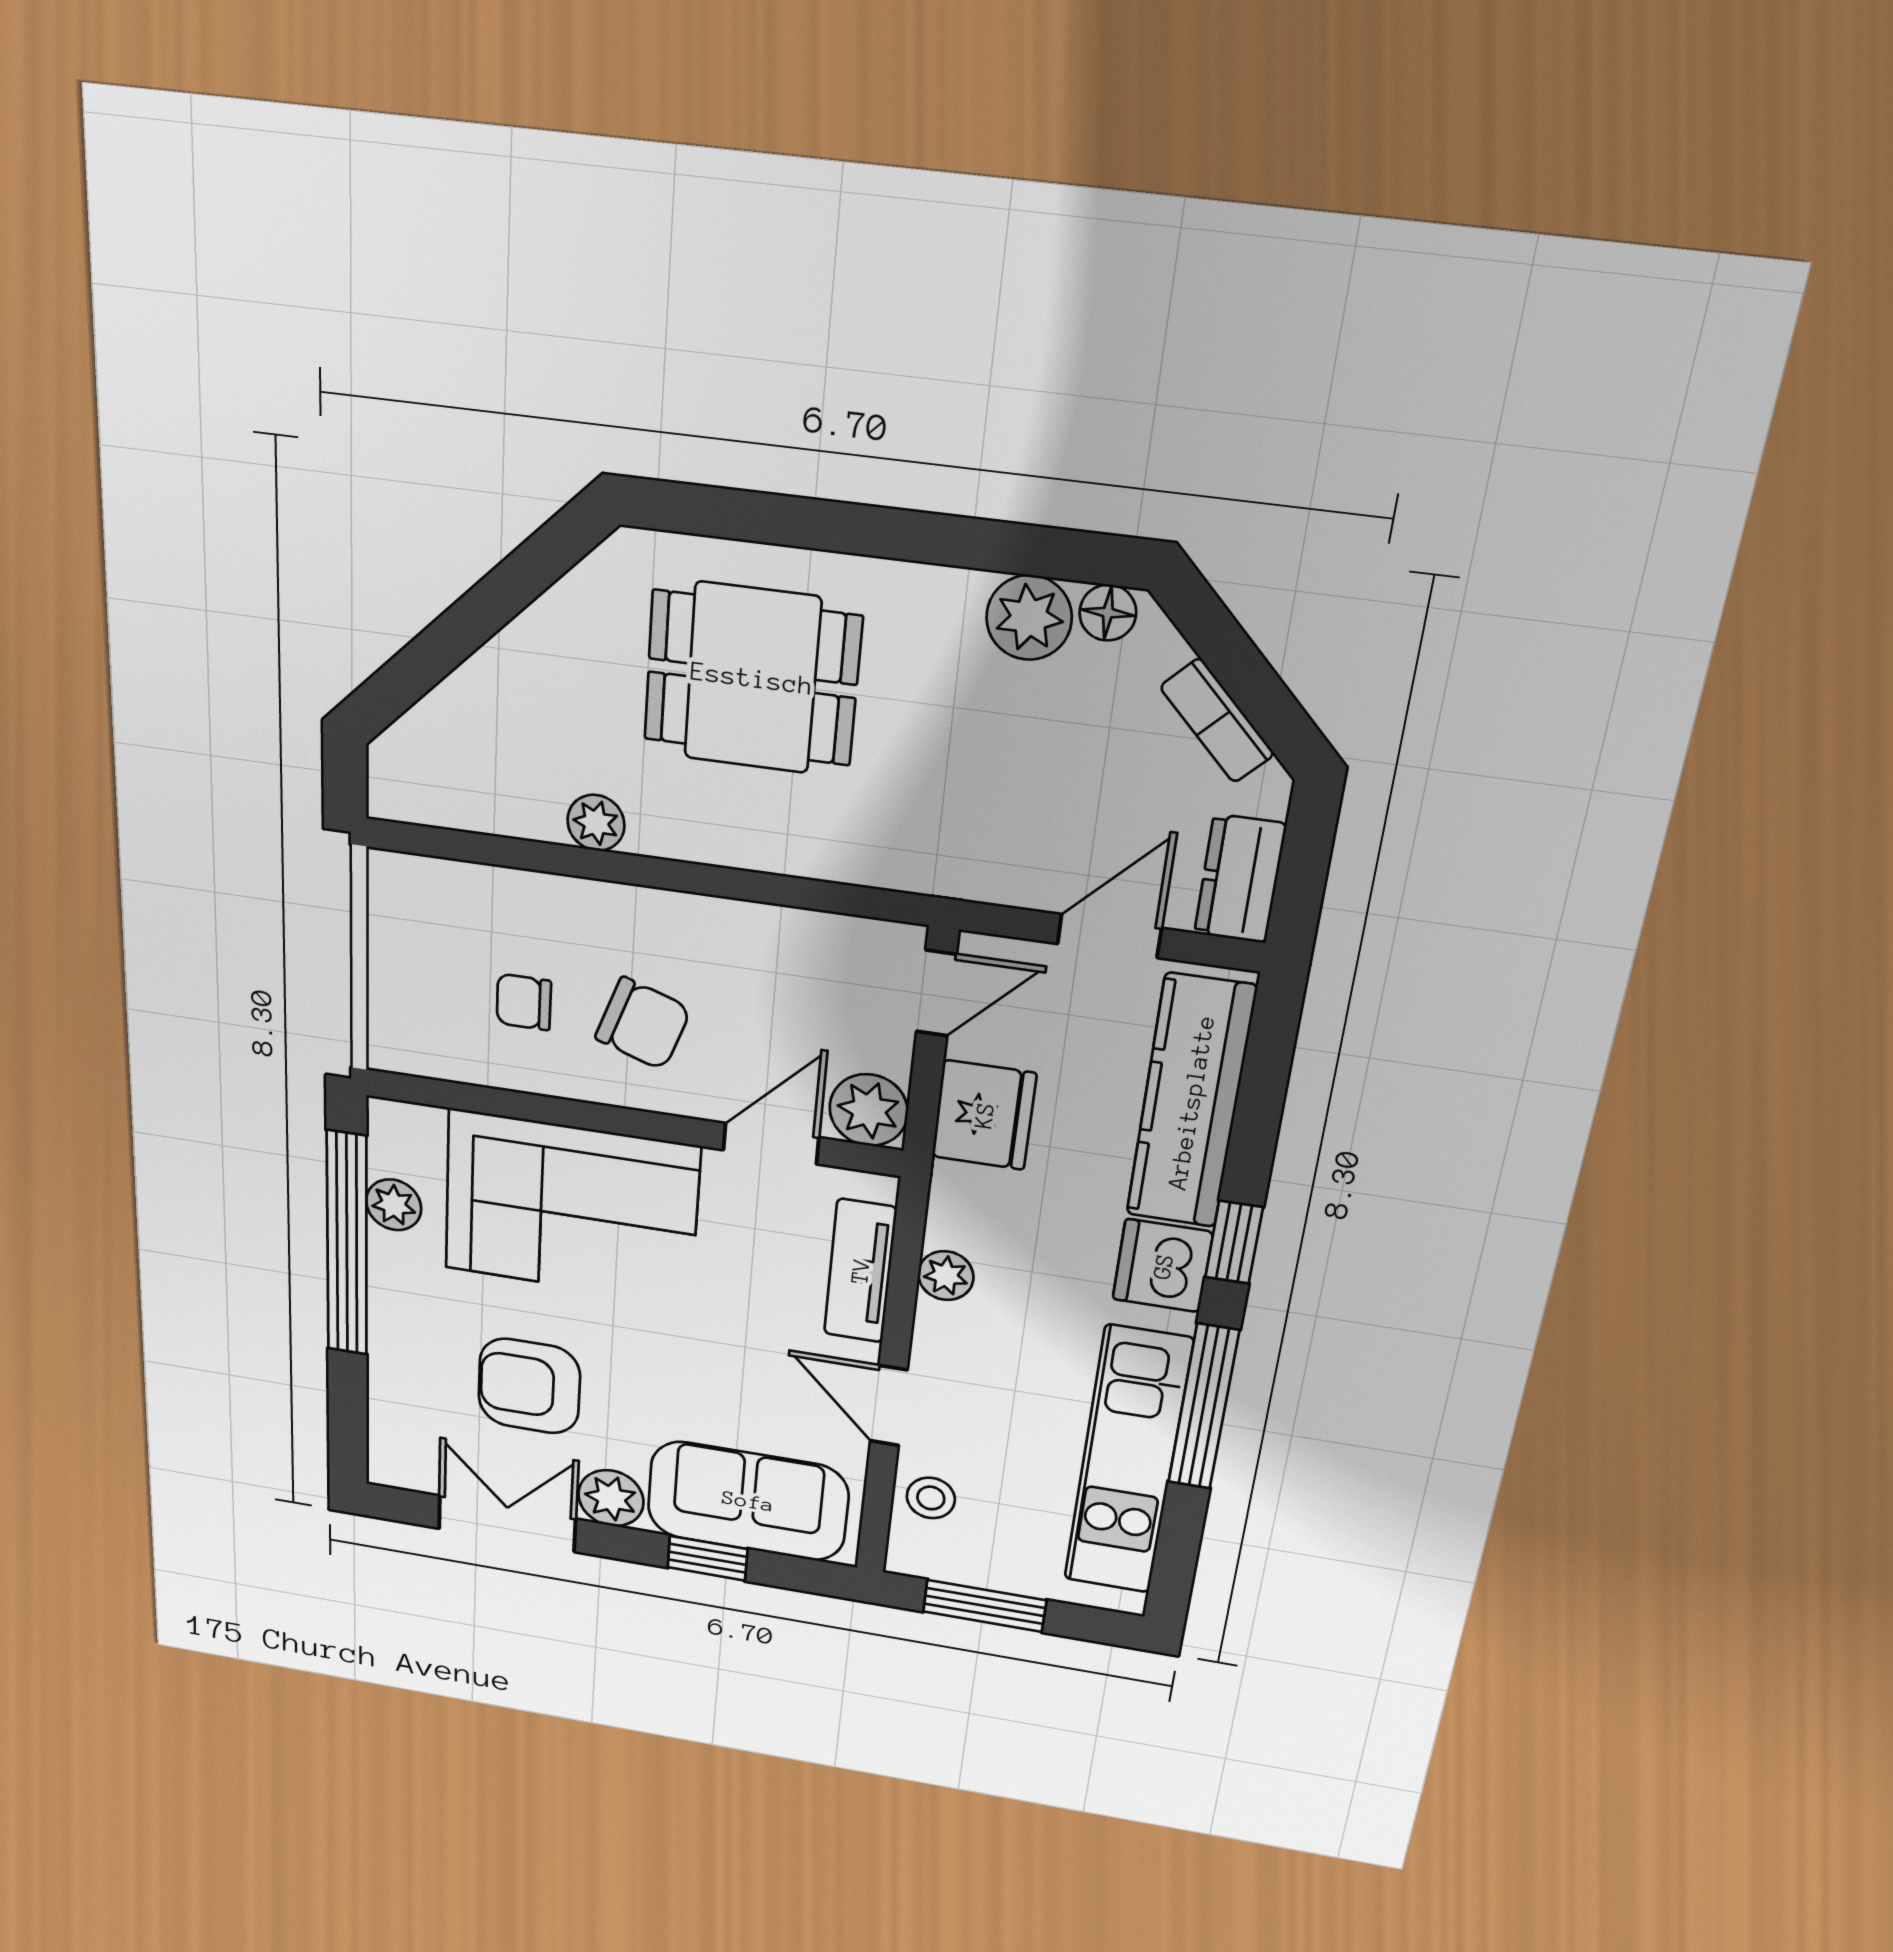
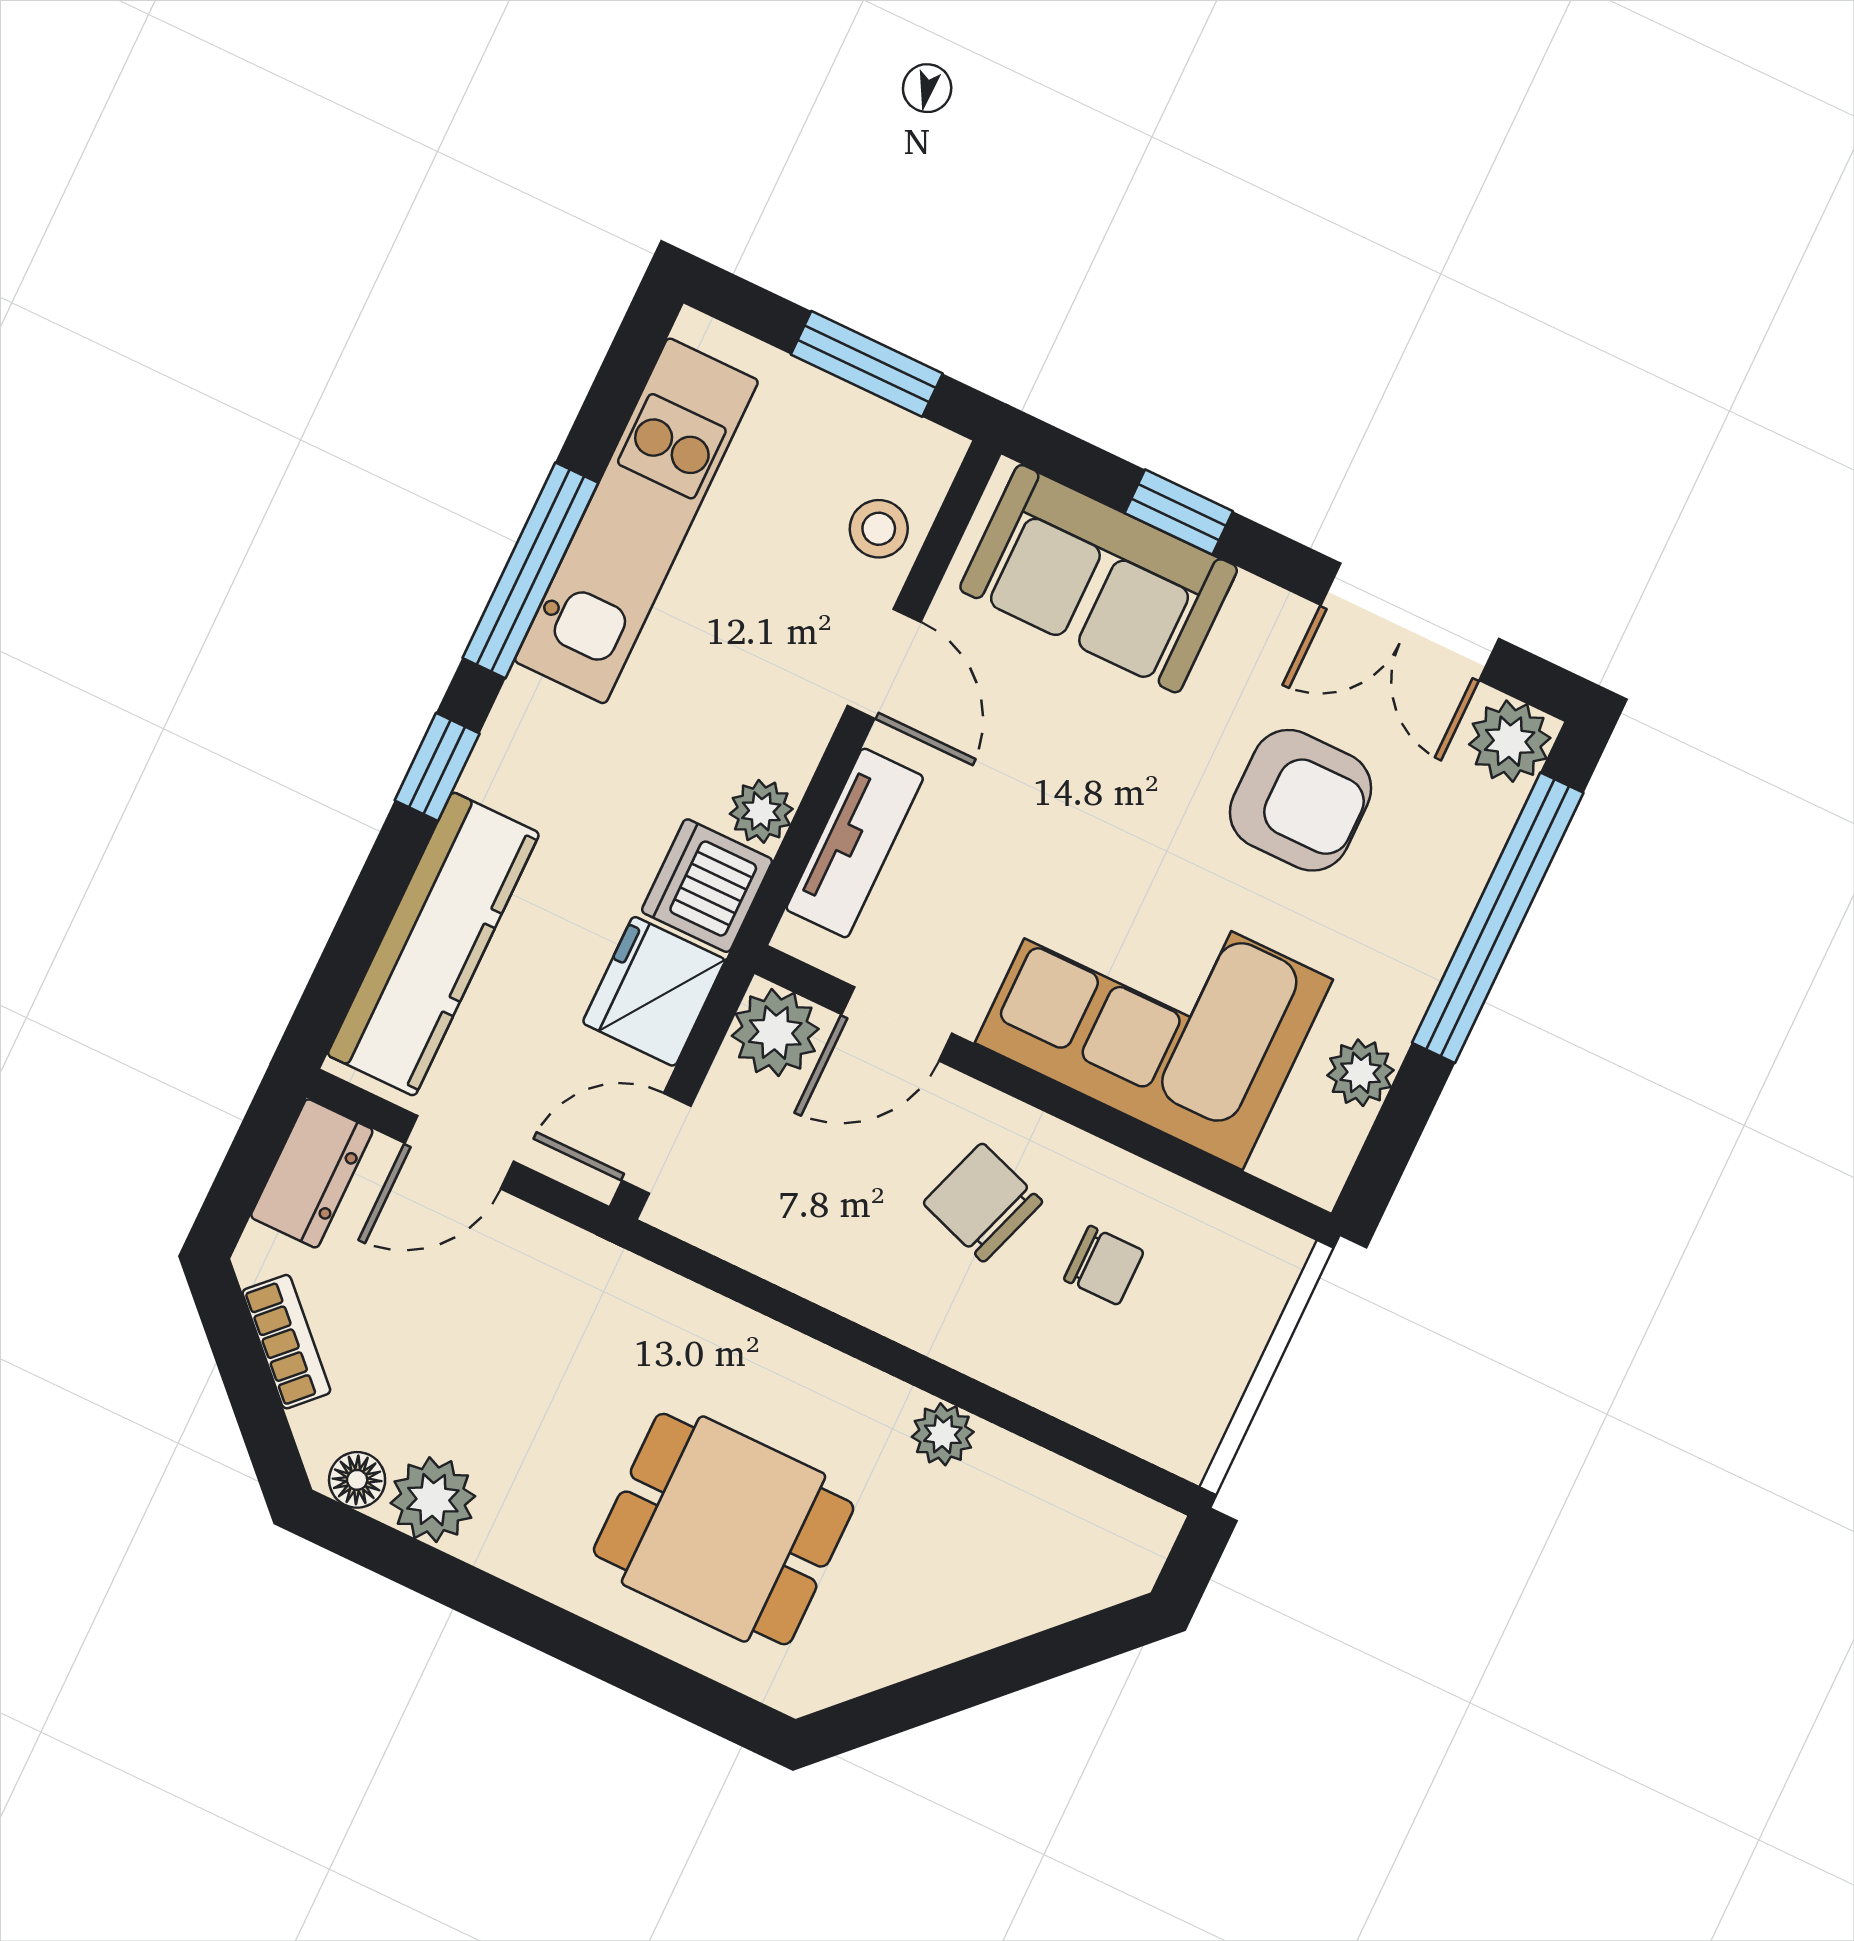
window: (347, 1244) -> (1498, 918), moved
dishwasher: (1163, 1266) -> (707, 886), moved, turned 180
plant: (611, 1498) -> (1510, 741), moved

